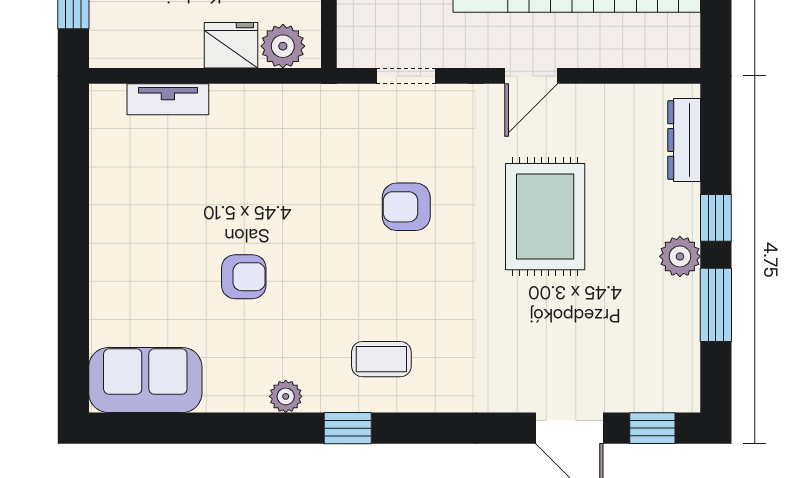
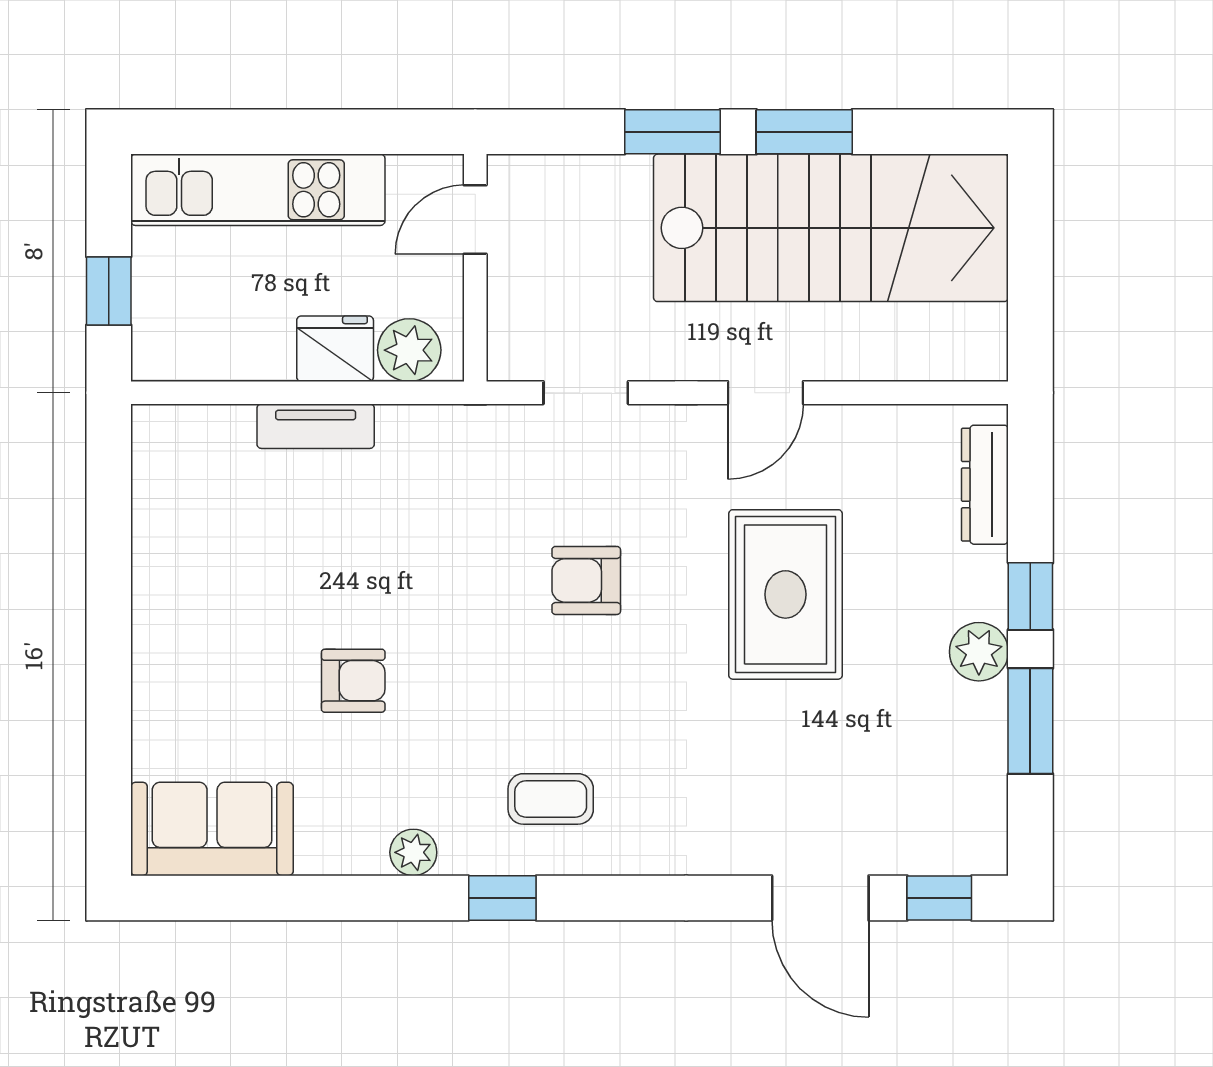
tv unit: (168, 99) -> (316, 426), moved

